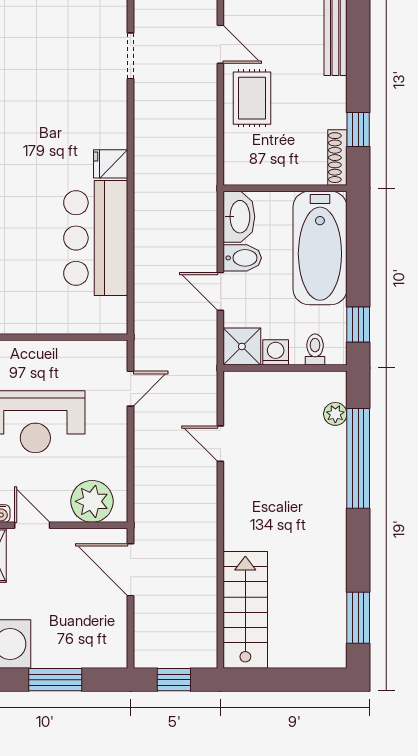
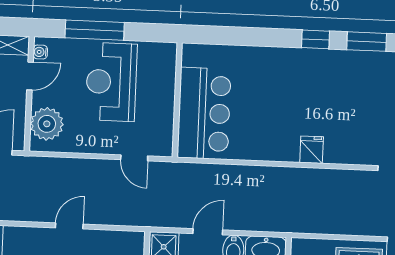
bar counter: (96, 238) -> (204, 113), moved, turned 90
door: (220, 444) -> (69, 226), moved

